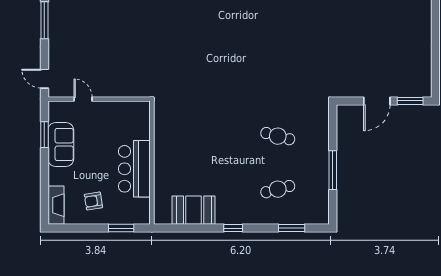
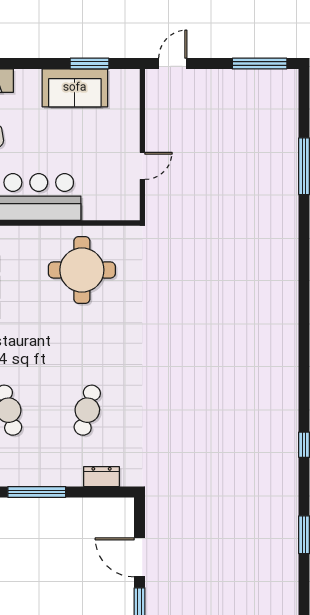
door: (83, 99) -> (142, 166), moved
dresser: (322, 127) -> (102, 477), added
round table: (183, 140) -> (82, 270), added

